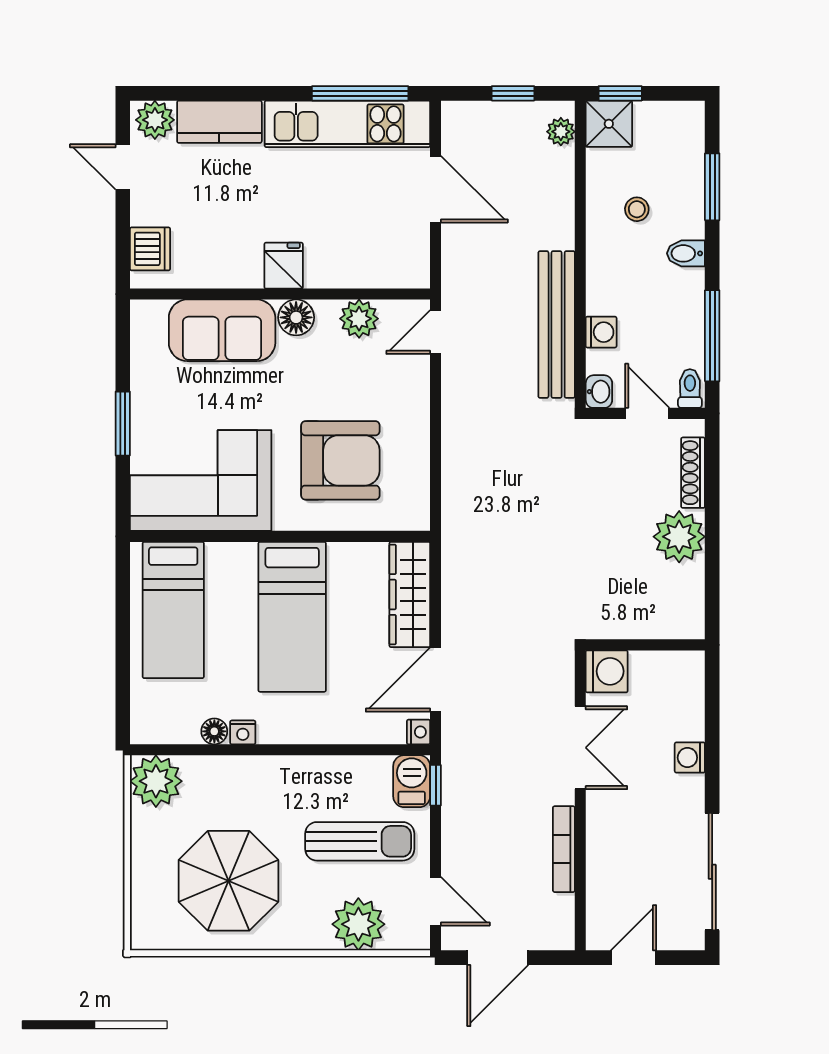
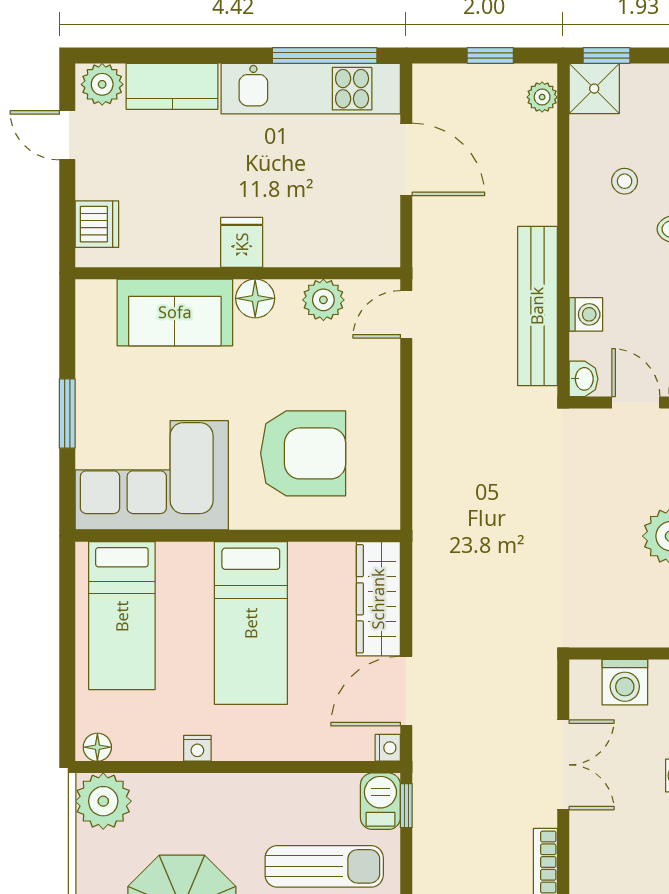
washing machine: (607, 671) -> (625, 682), moved, turned 90
floor lamp: (214, 731) -> (97, 747), moved

